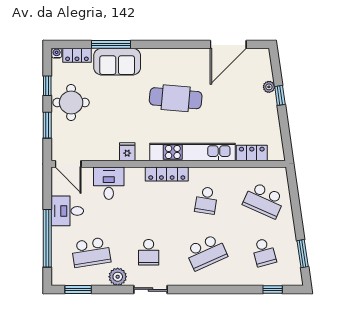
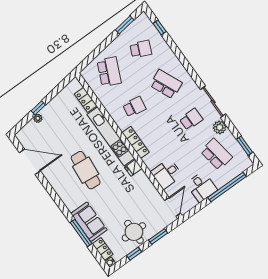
fridge: (127, 152) -> (133, 168), moved
school desk: (264, 252) -> (141, 49), turned 39
sliding door: (151, 289) -> (213, 102), width x1.37

